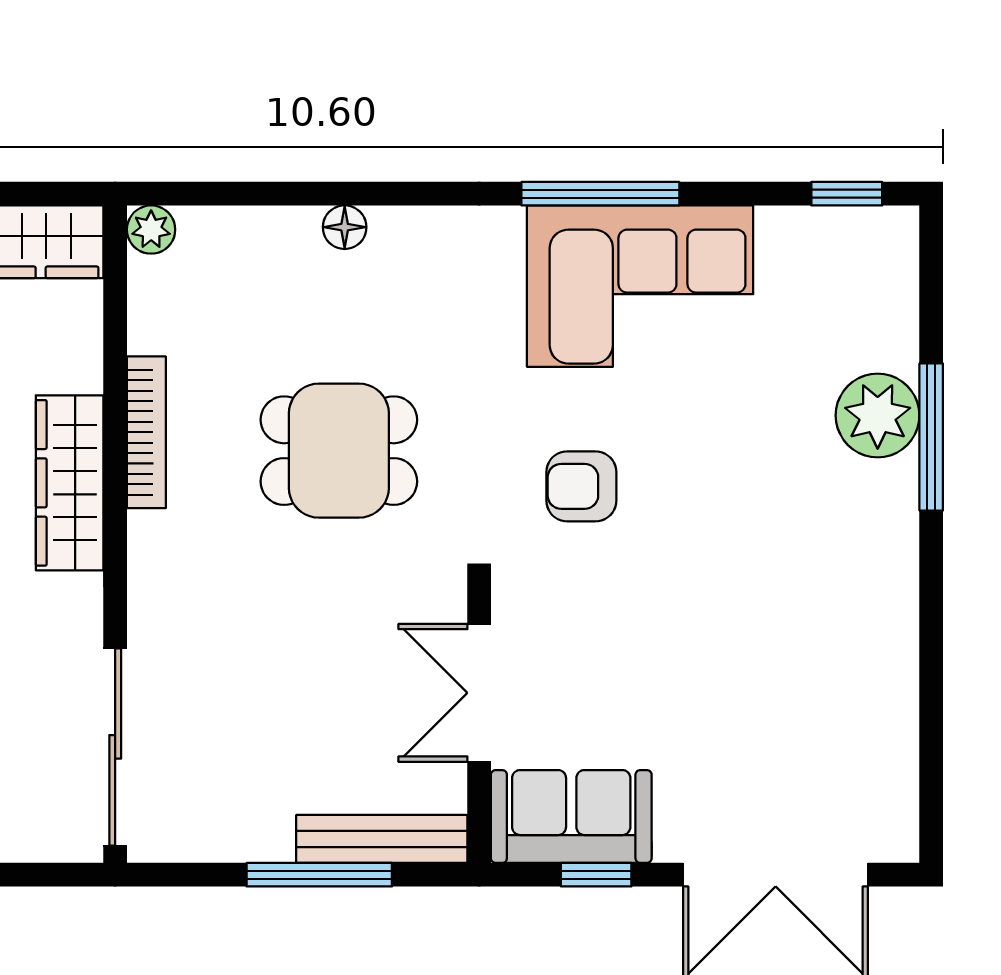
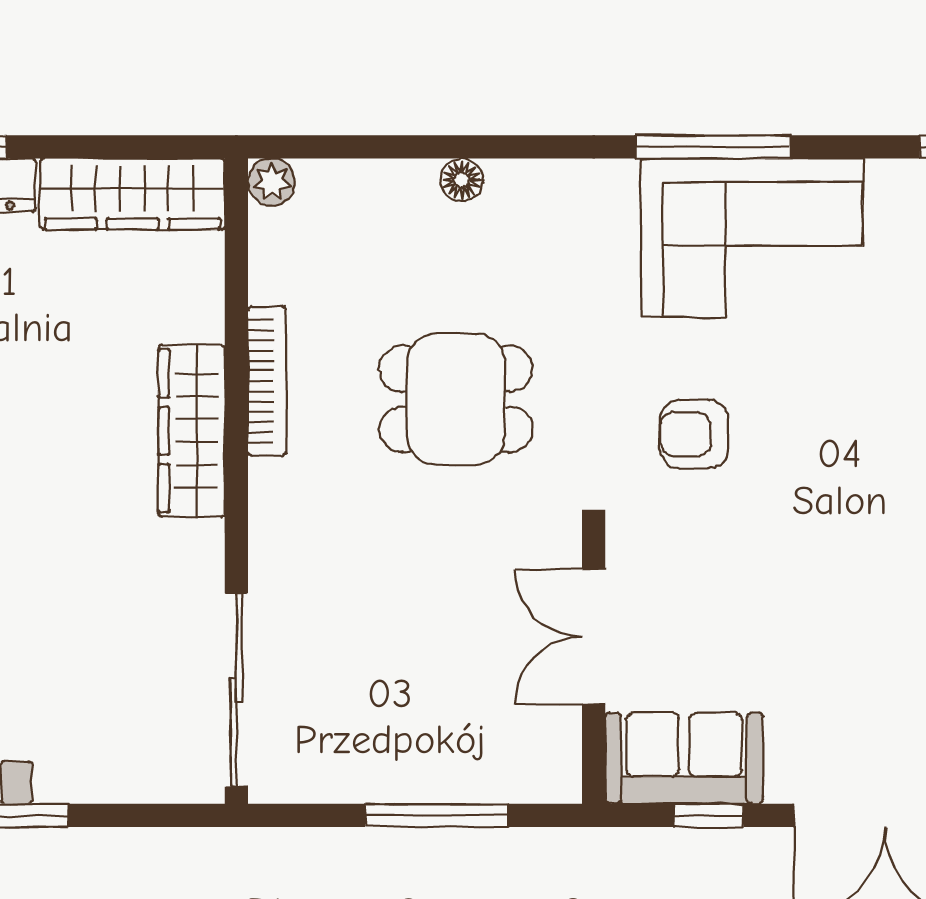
bench: (382, 839) -> (498, 780), removed

